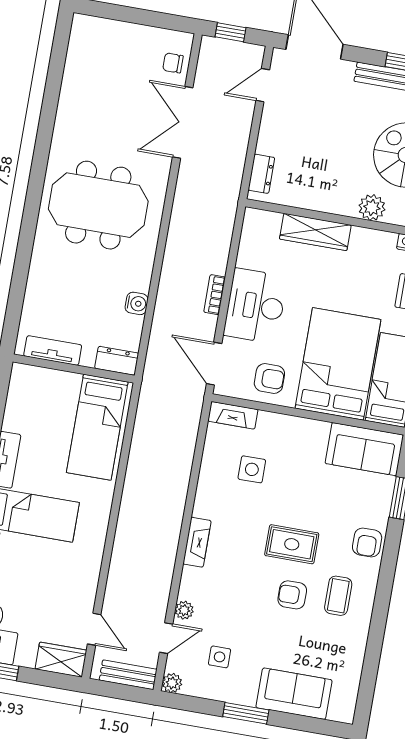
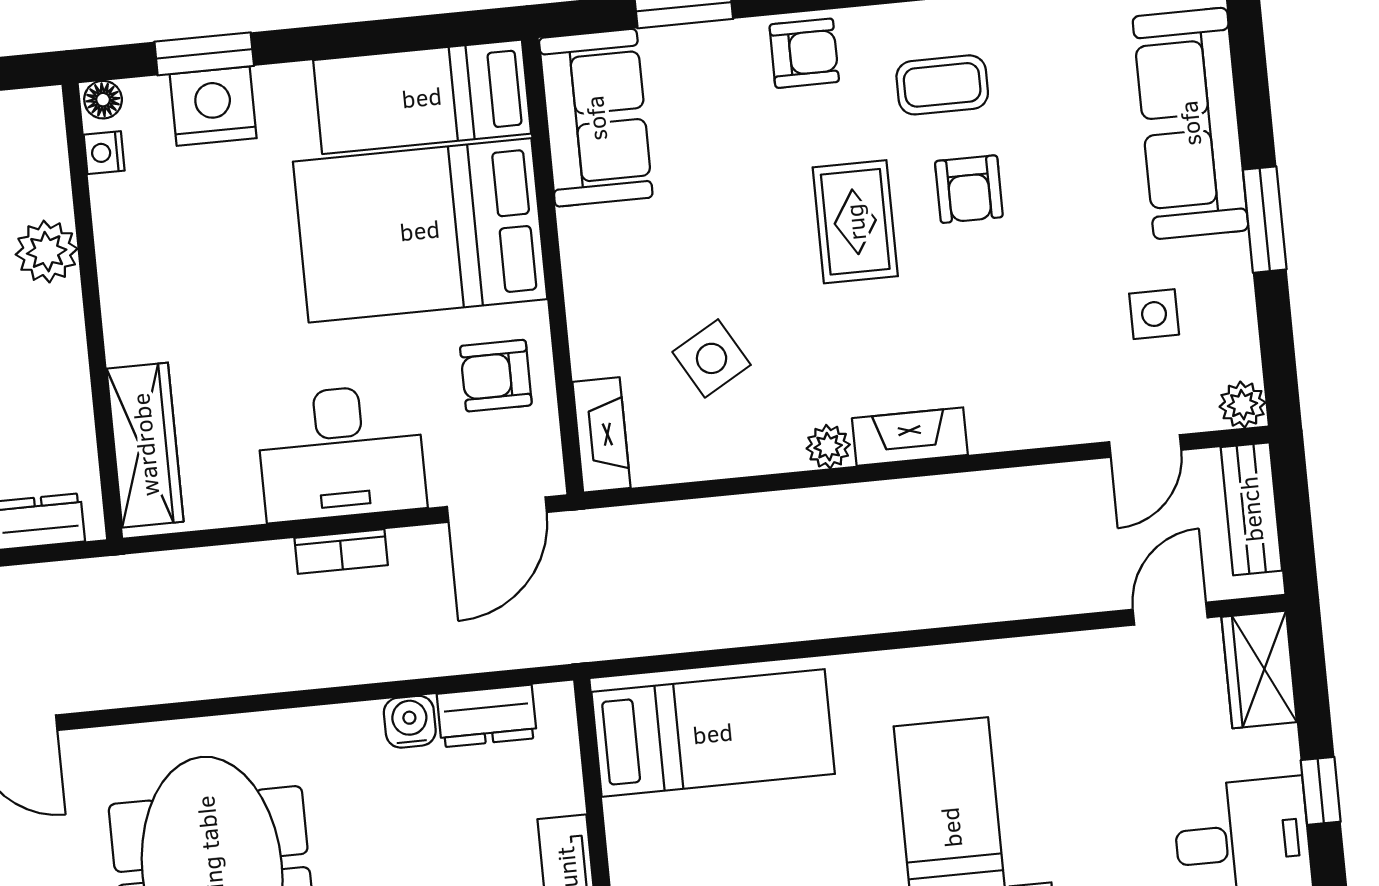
wardrobe: (315, 232) -> (145, 445), moved
dresser: (117, 361) -> (487, 716), moved, turned -90
armchair: (269, 379) -> (496, 376), turned -90
side table: (252, 469) -> (712, 358), turned -30
plant: (184, 610) -> (828, 447), moved
door: (166, 638) -> (1145, 446), swing flipped
sofa: (294, 694) -> (1190, 123), width x1.36

